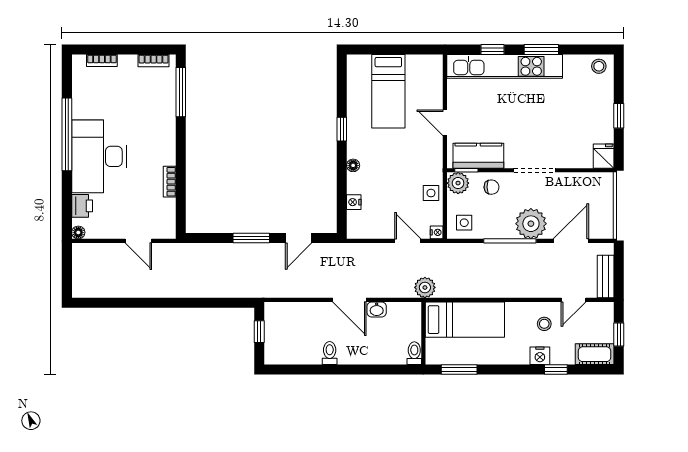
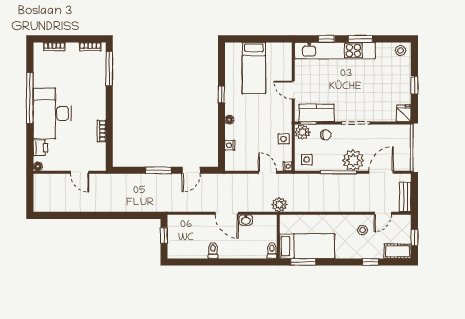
bed: (465, 320) -> (307, 246), moved
nightstand: (540, 356) -> (359, 252), removed

